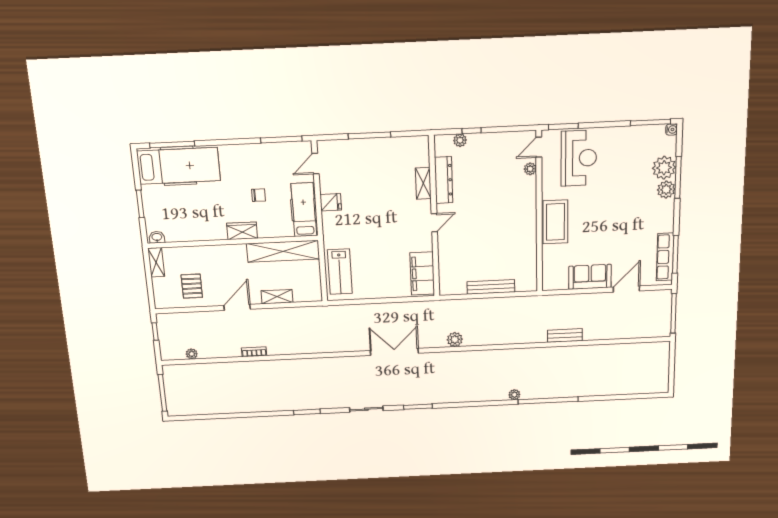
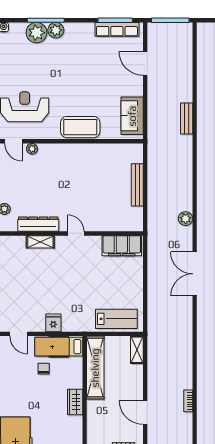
chair: (259, 195) -> (44, 369), moved
sofa: (590, 277) -> (132, 116), moved
shelving: (277, 297) -> (137, 350), moved

